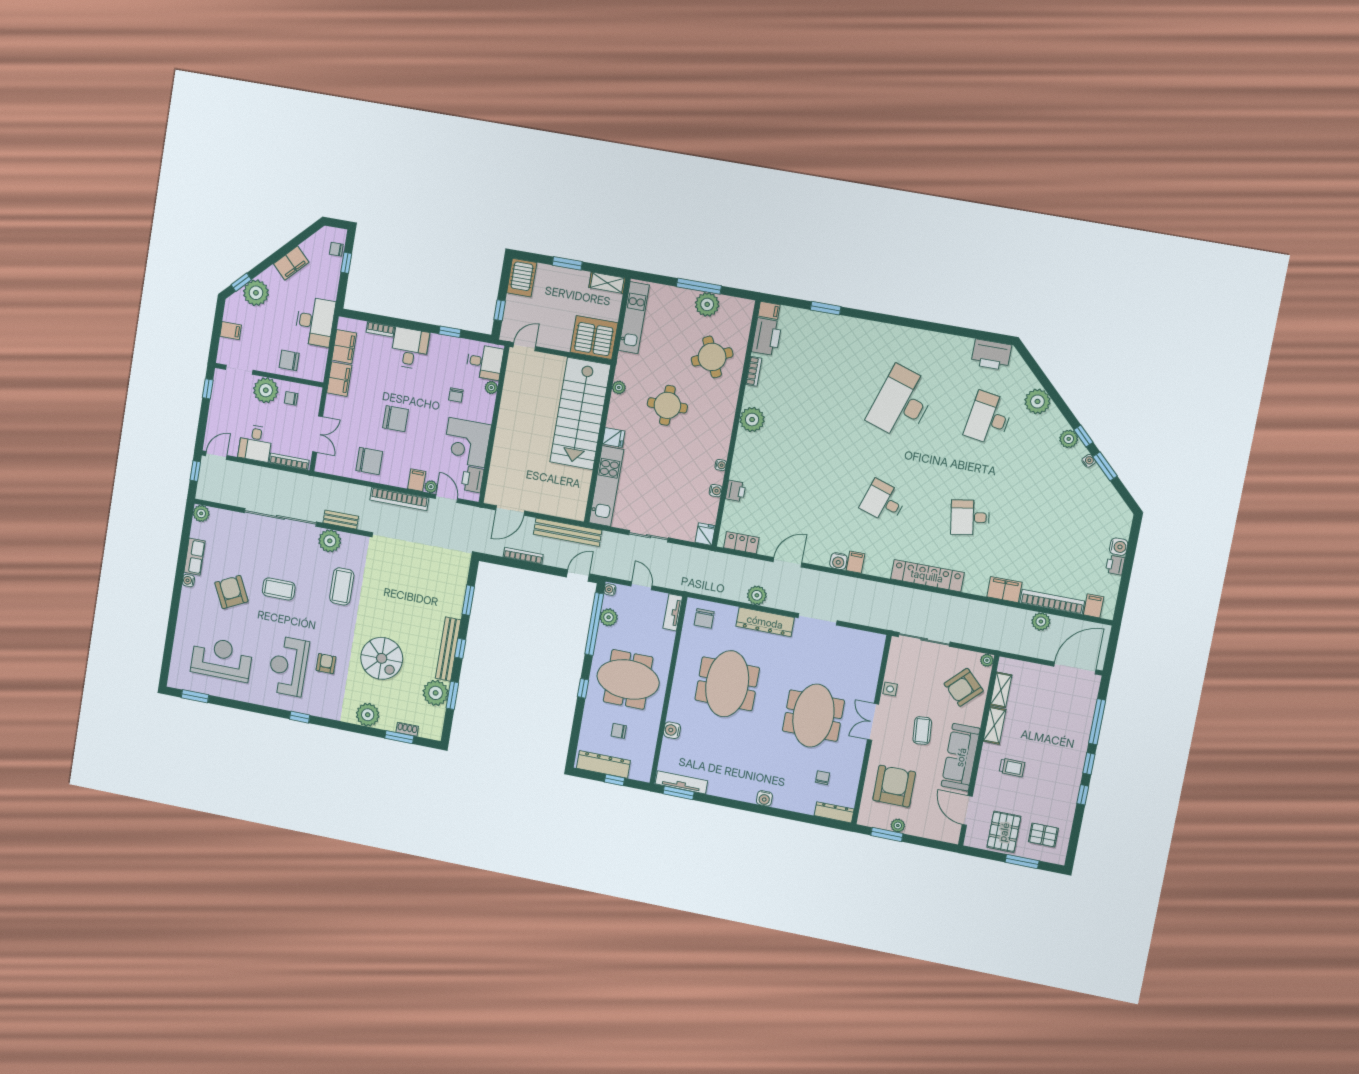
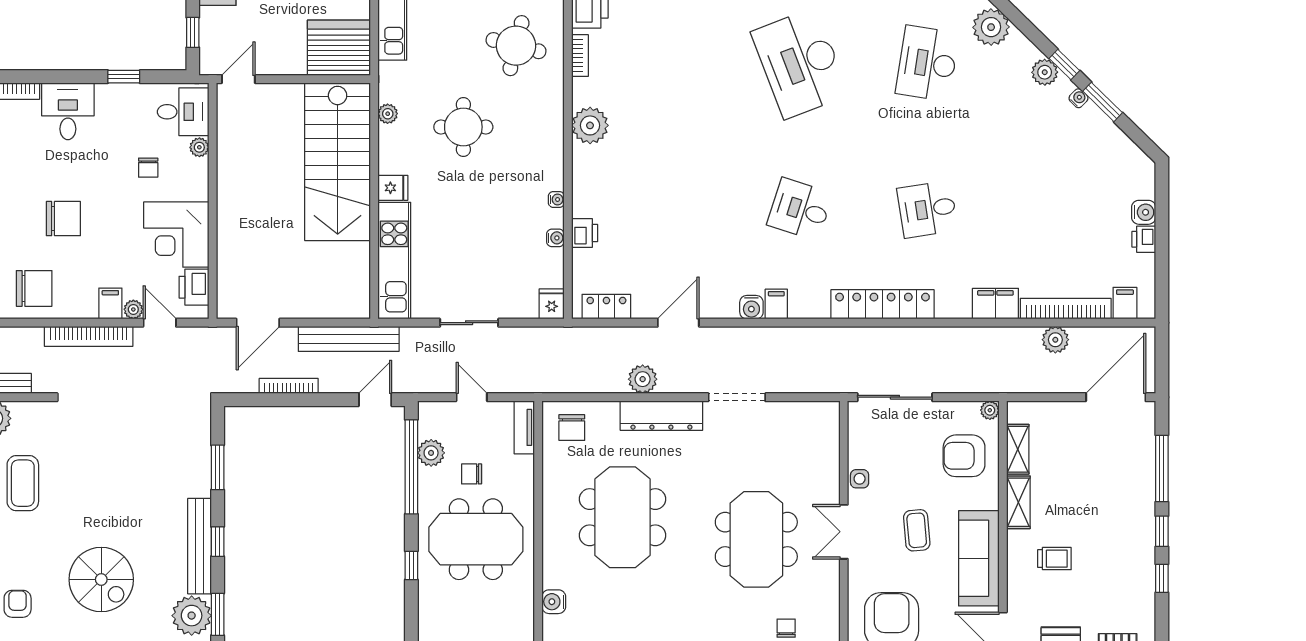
round table: (712, 357) -> (516, 46), turned 38
desk: (902, 403) -> (800, 63), turned -39
water cooler: (610, 590) -> (426, 412), removed
armchair: (964, 687) -> (964, 456), turned 45
chair: (619, 731) -> (472, 474), moved

